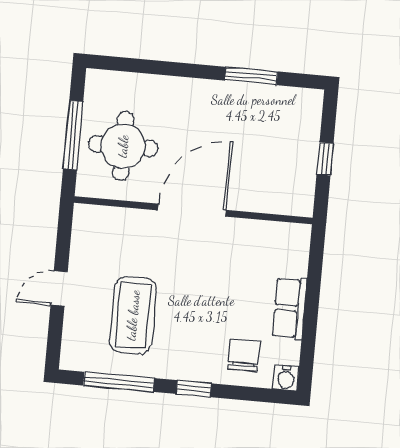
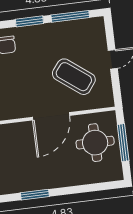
coffee table: (133, 315) -> (74, 77), moved, turned -53
window: (194, 389) -> (29, 21), width x1.50

